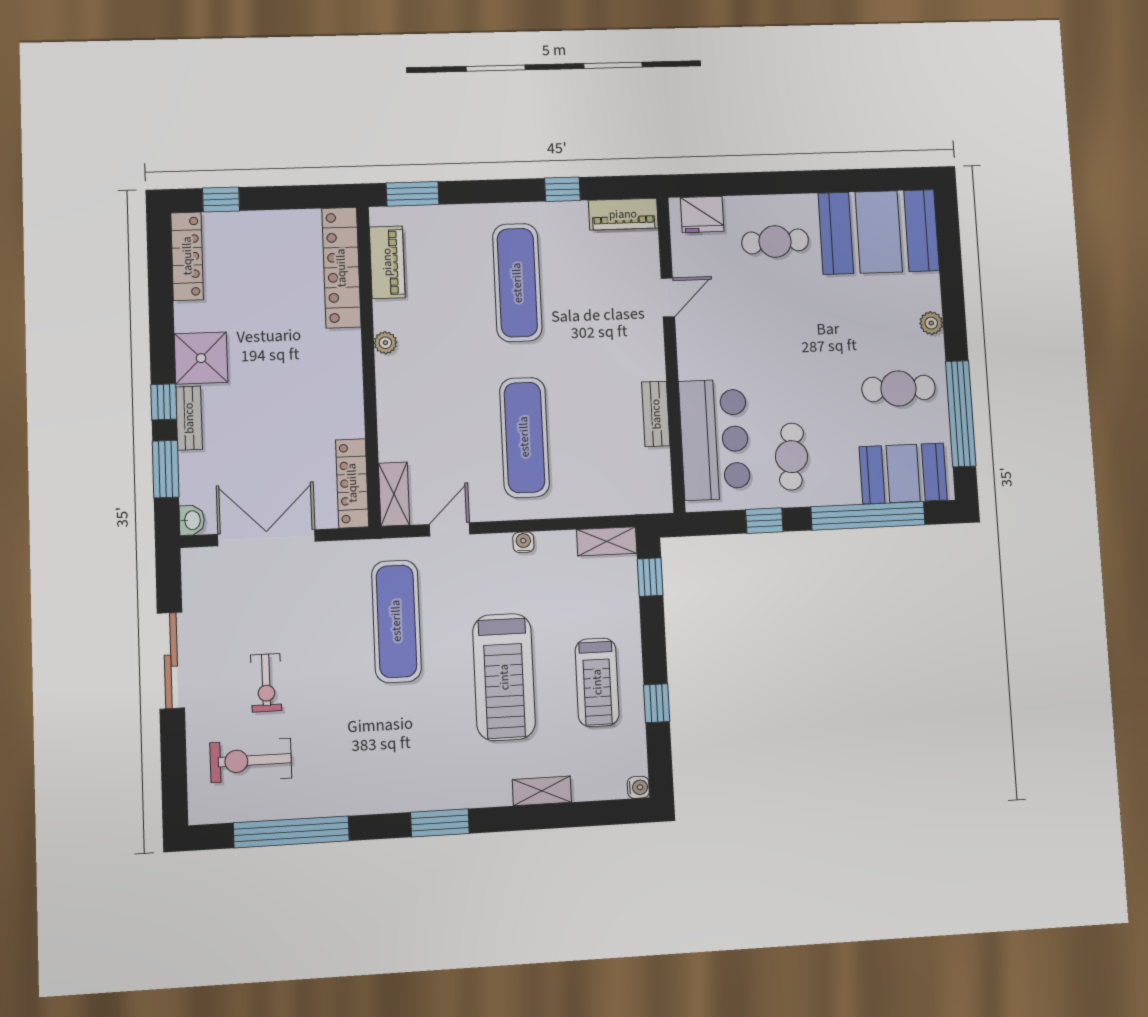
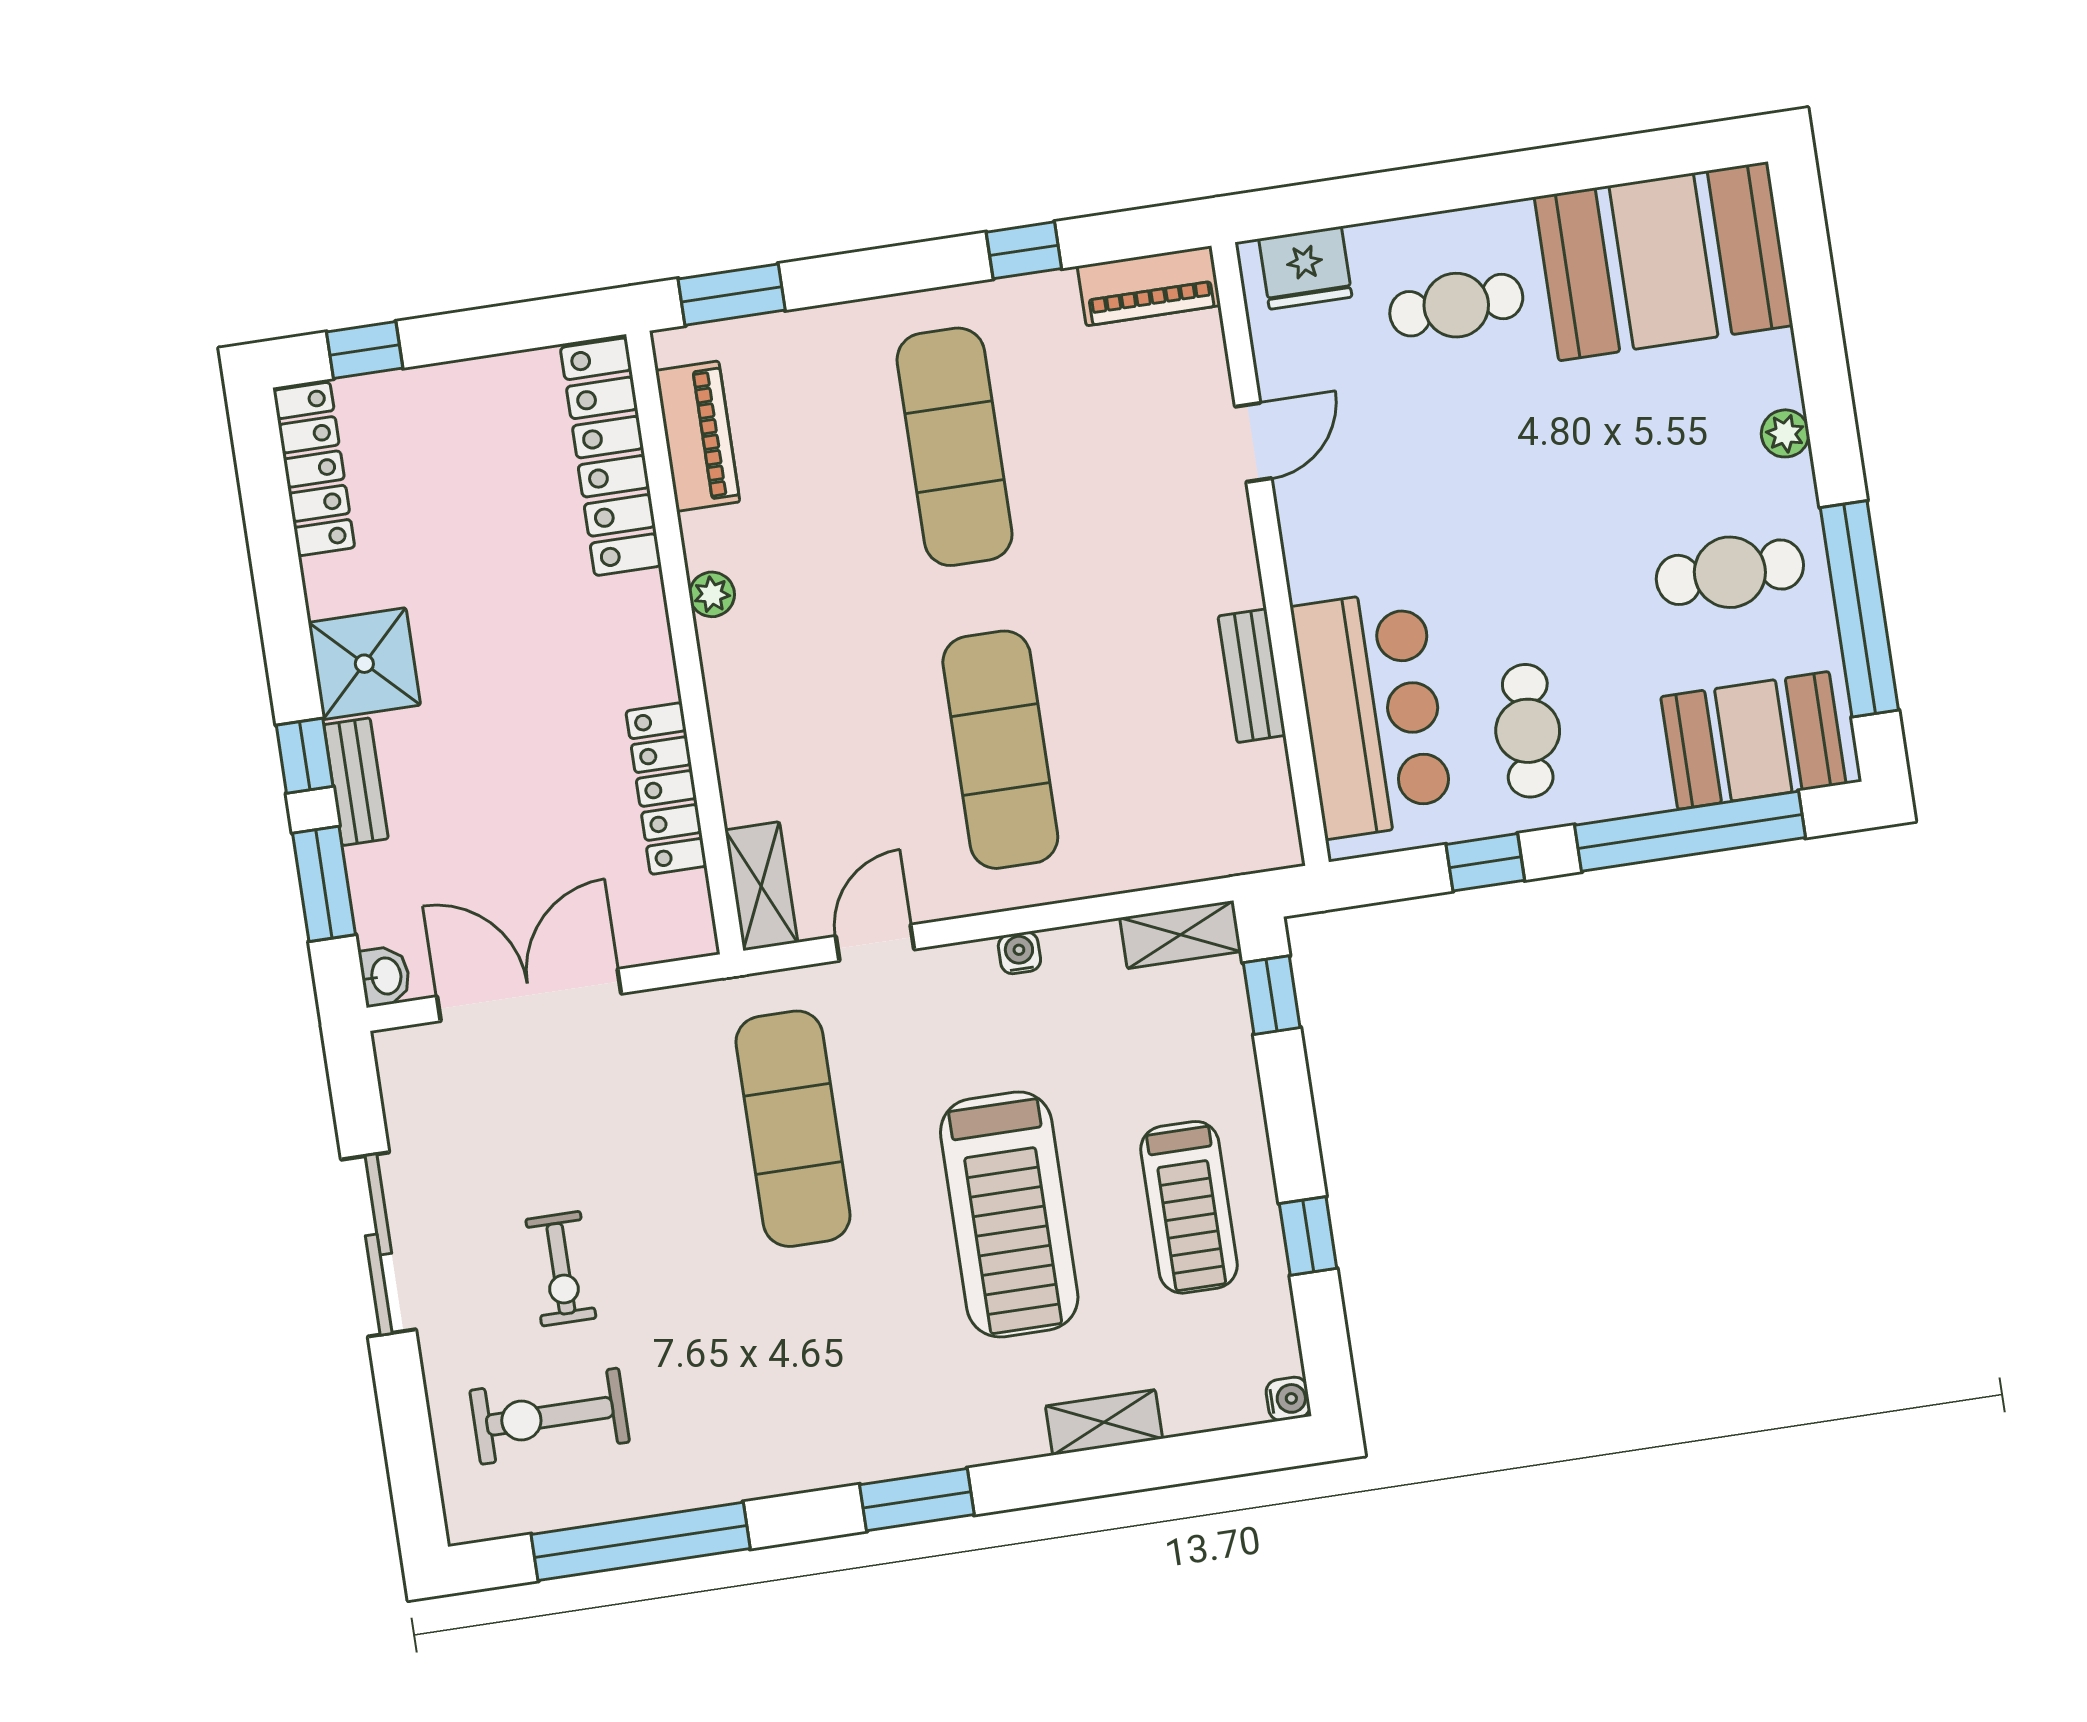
locker: (352, 483) -> (666, 789), moved

